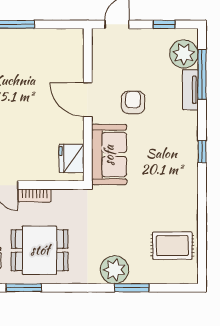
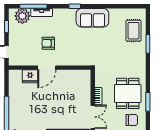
sofa: (109, 155) -> (92, 18), moved, turned 180
fridge: (71, 158) -> (30, 76), moved
rug: (172, 246) -> (134, 31), moved
plant: (115, 270) -> (138, 53), removed

